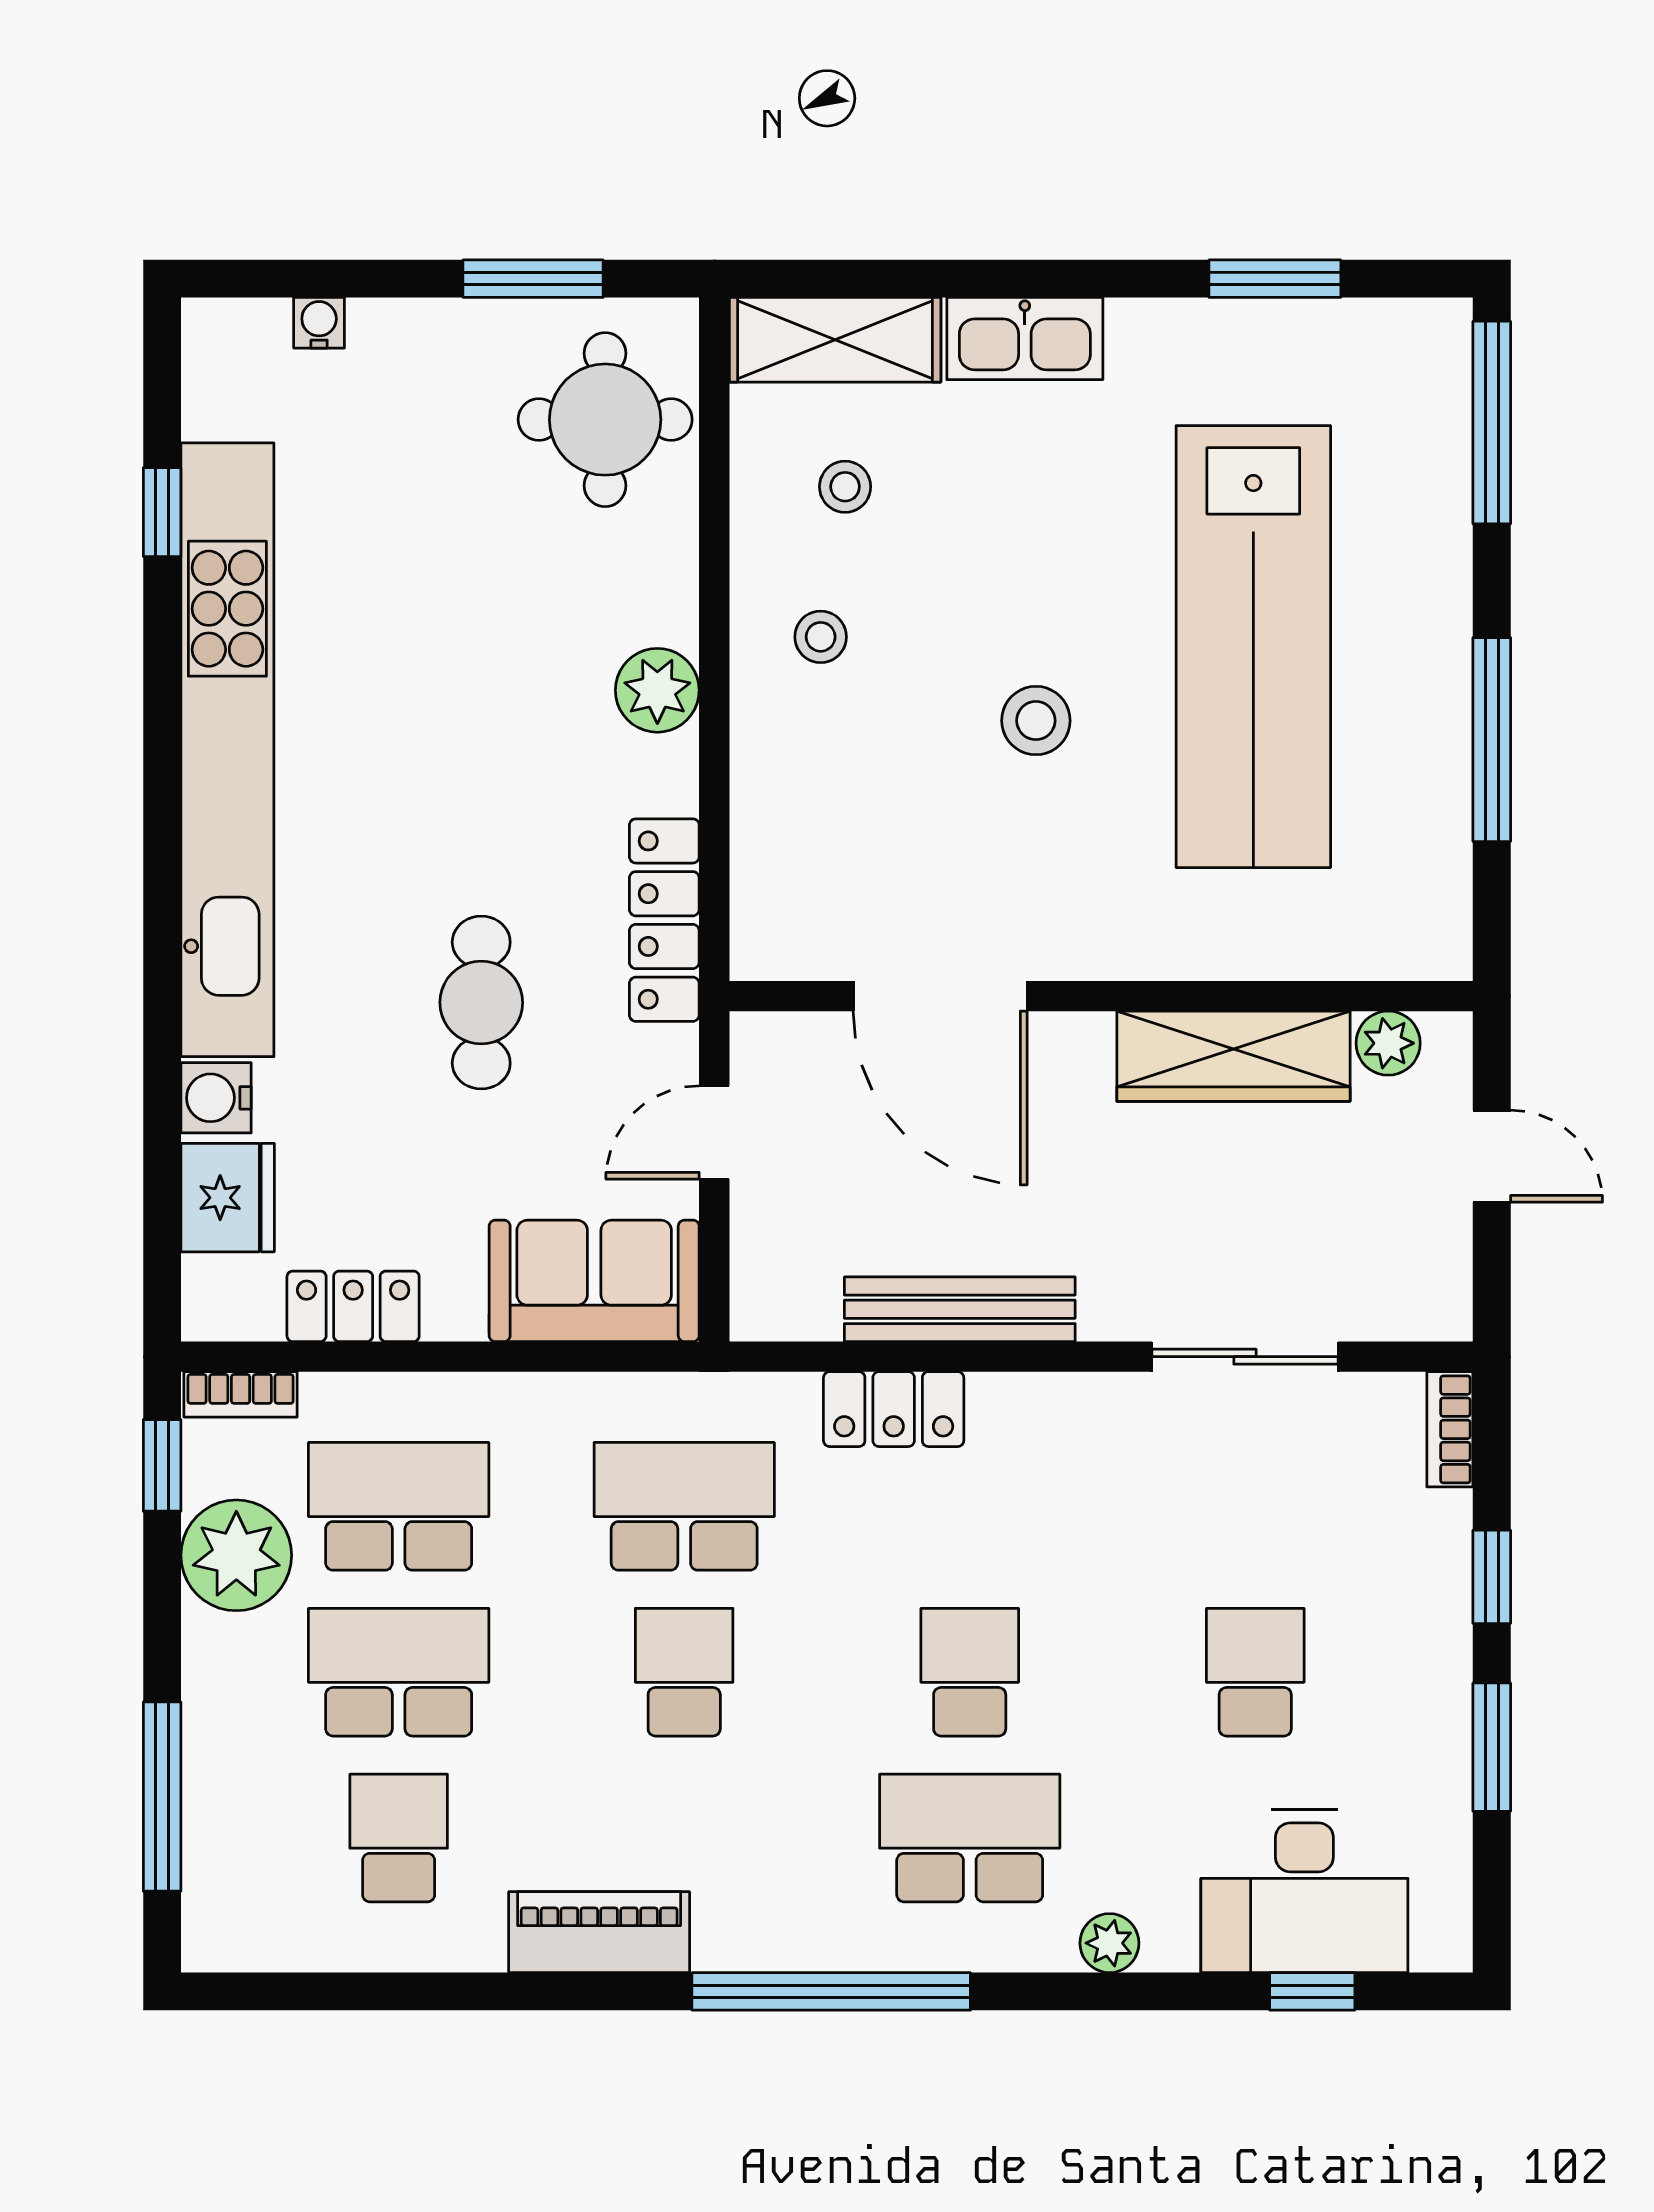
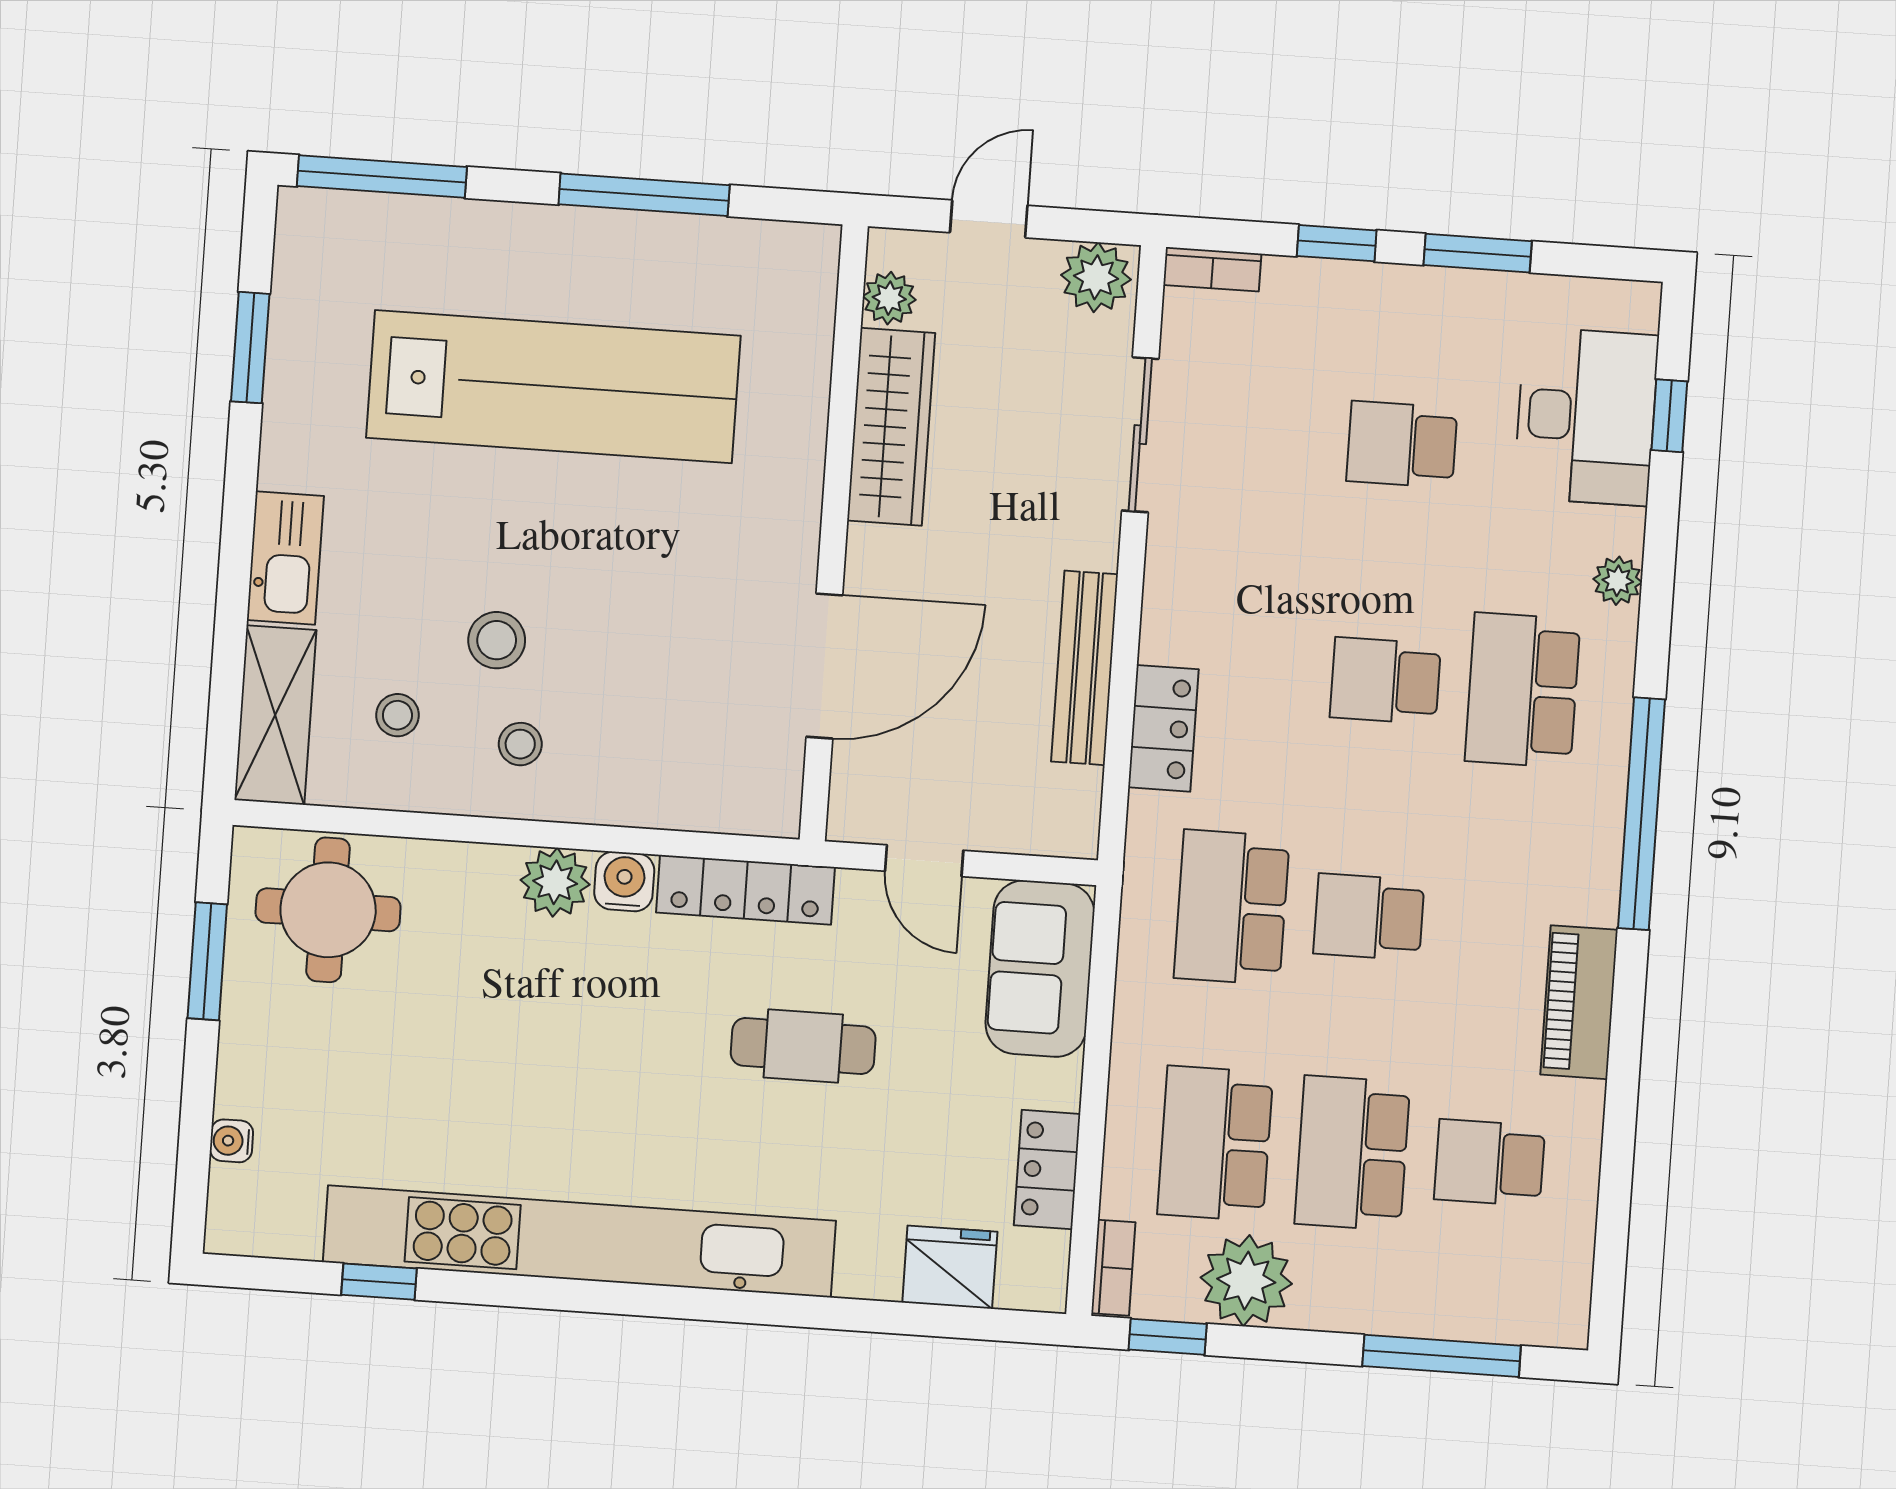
stool: (1036, 721) -> (497, 640), moved
water cooler: (216, 1098) -> (624, 881), moved, turned 180
plant: (1431, 1290) -> (1096, 277), added

